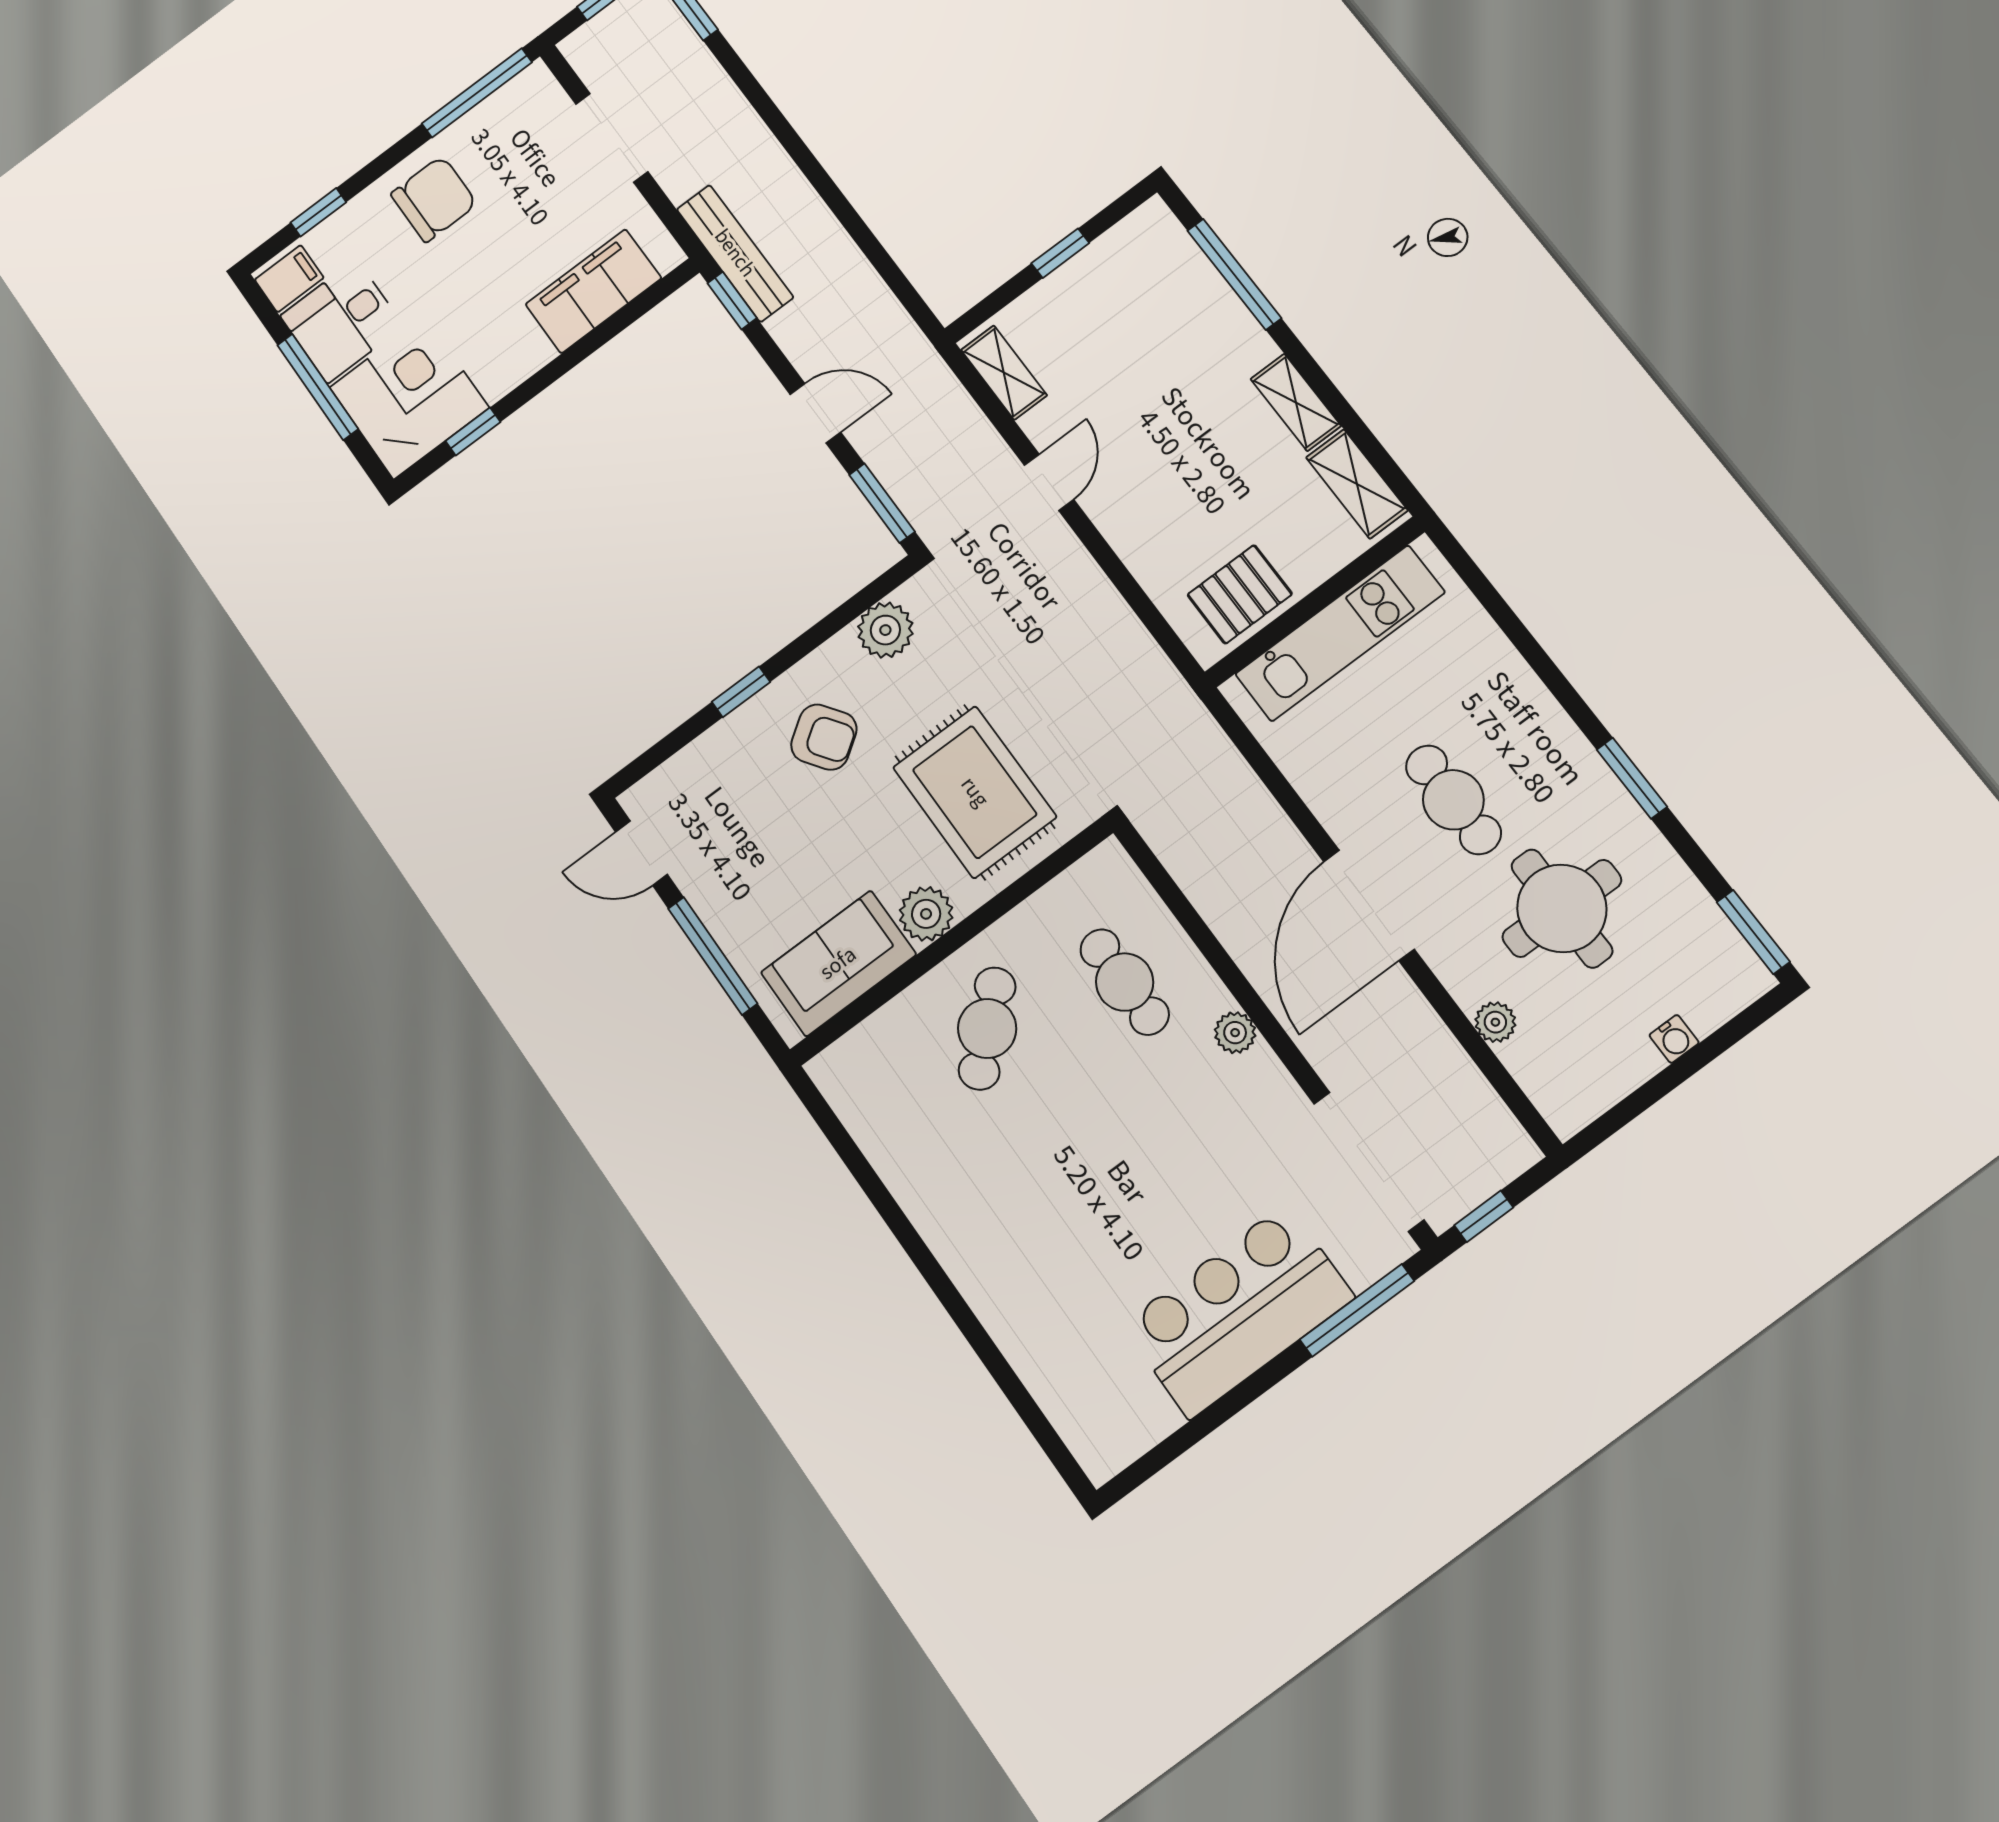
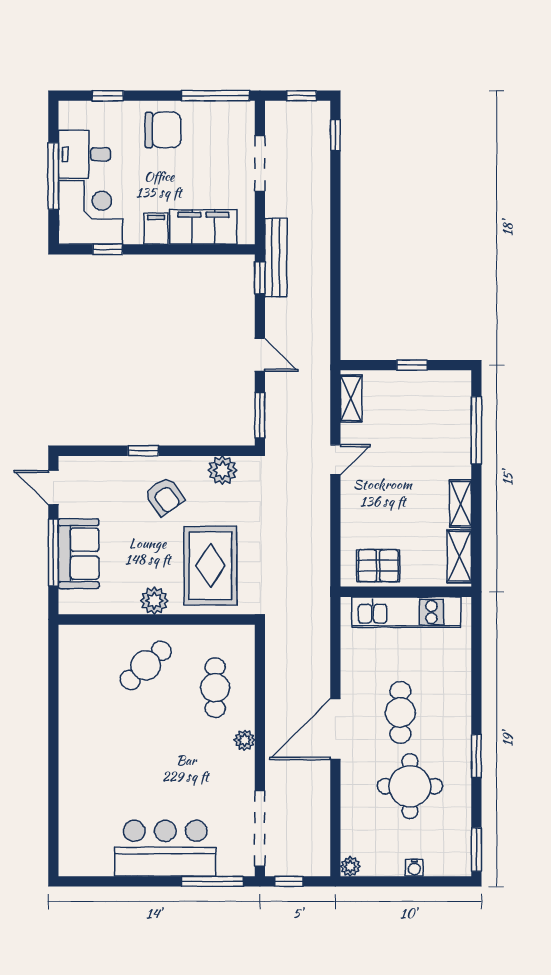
filing cabinet: (289, 279) -> (156, 228), moved, turned -90
sofa: (838, 963) -> (79, 554), moved, turned 90
plant: (1495, 1022) -> (350, 866), moved

